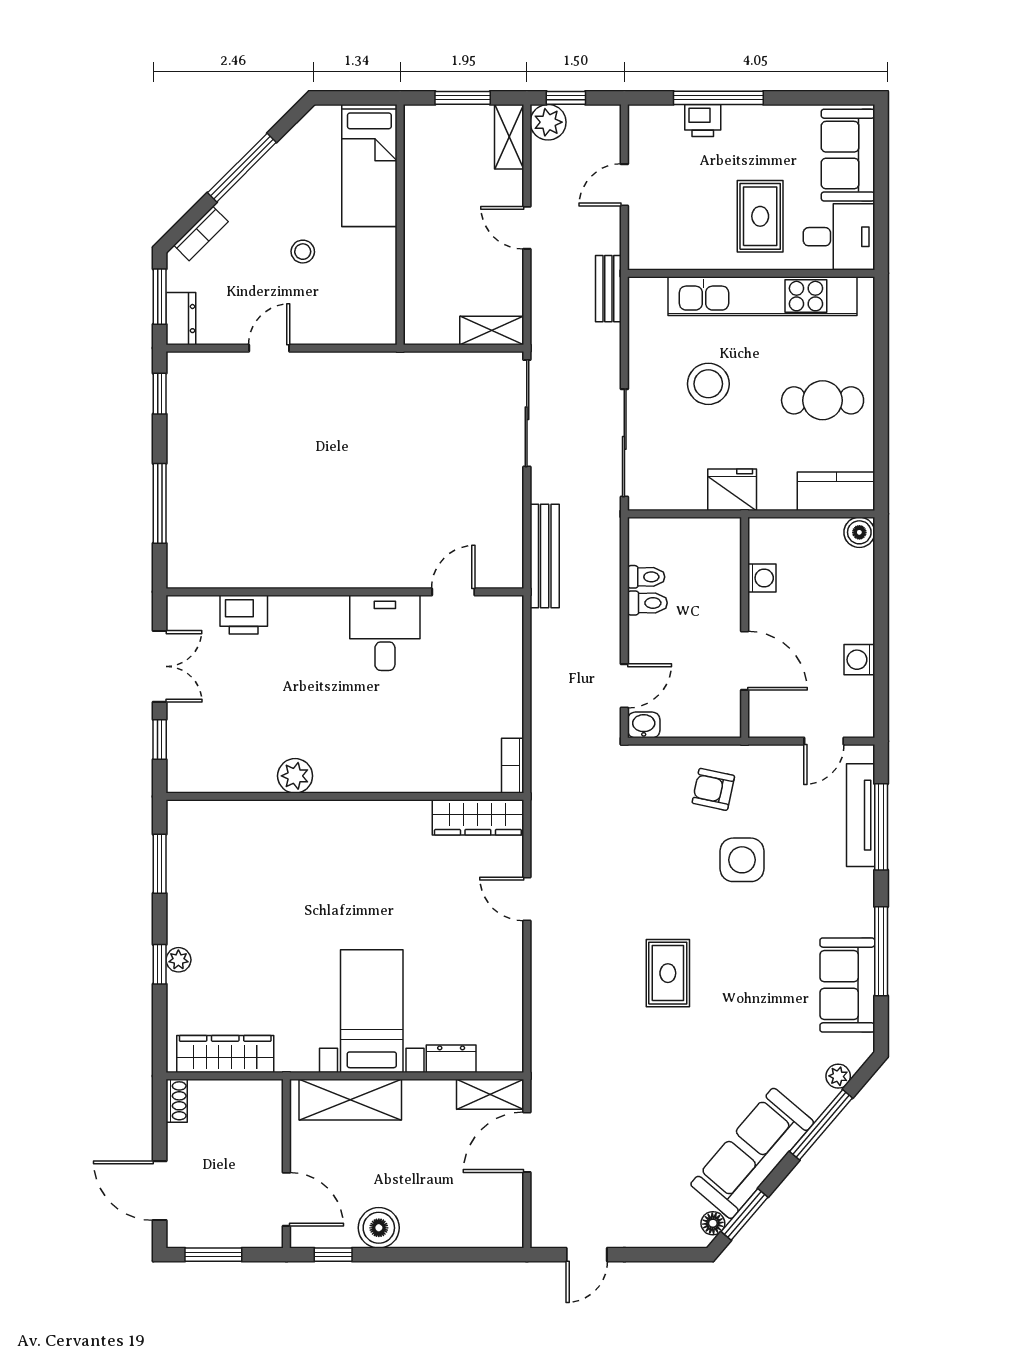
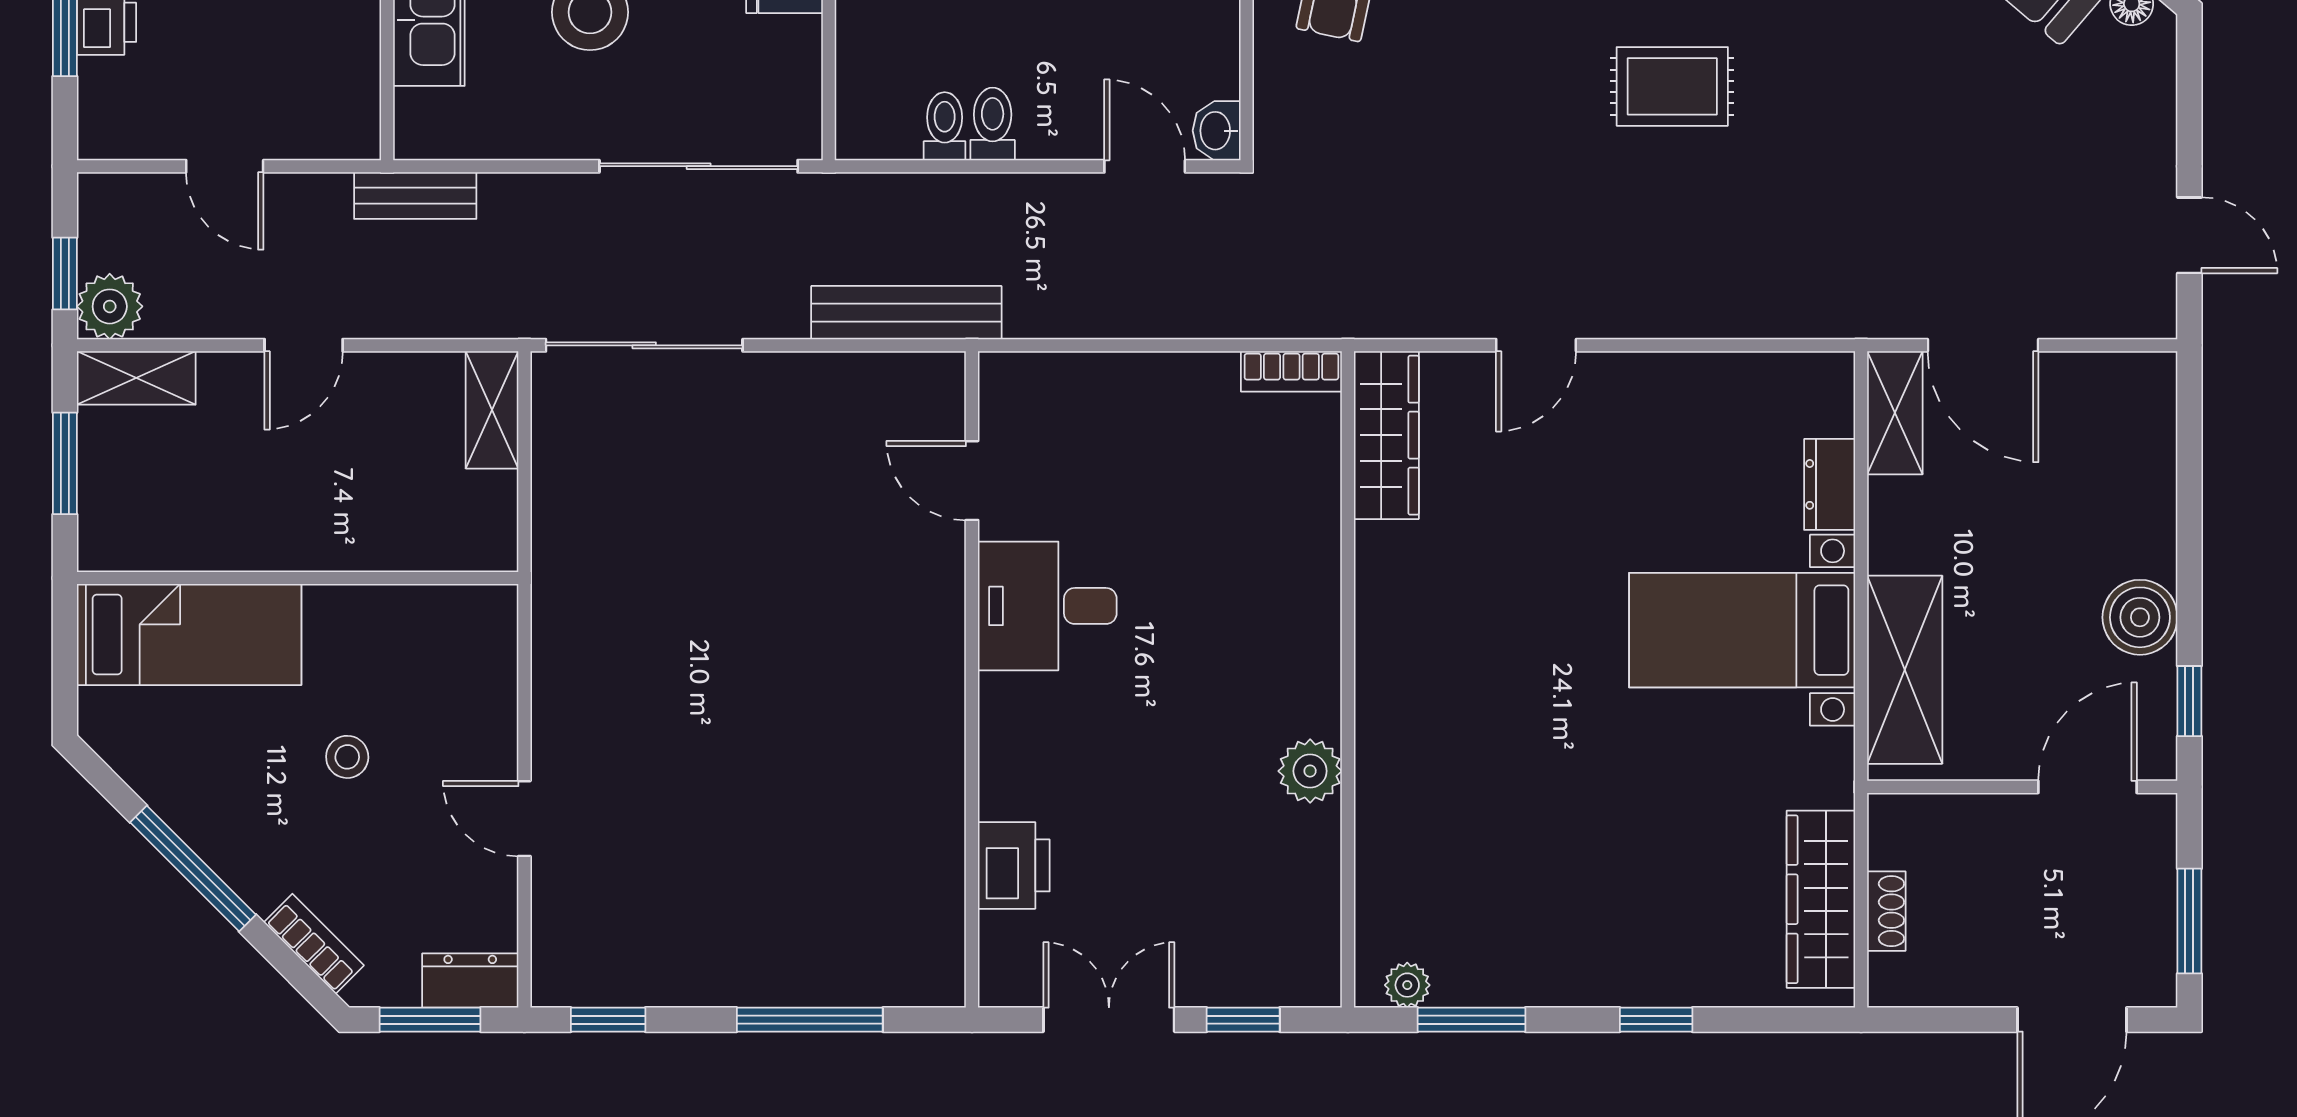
plant: (178, 960) -> (1407, 985), moved
shoe rack: (177, 1101) -> (1886, 911), moved, turned 90

